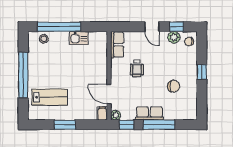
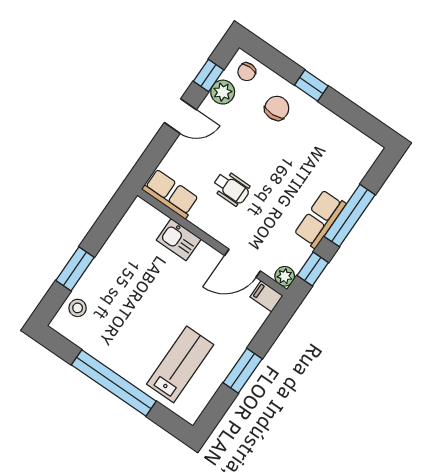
window: (59, 27) -> (75, 269), width x0.47
kitchen sink: (79, 38) -> (179, 240), moved, turned 90
chair: (174, 86) -> (277, 108), moved

